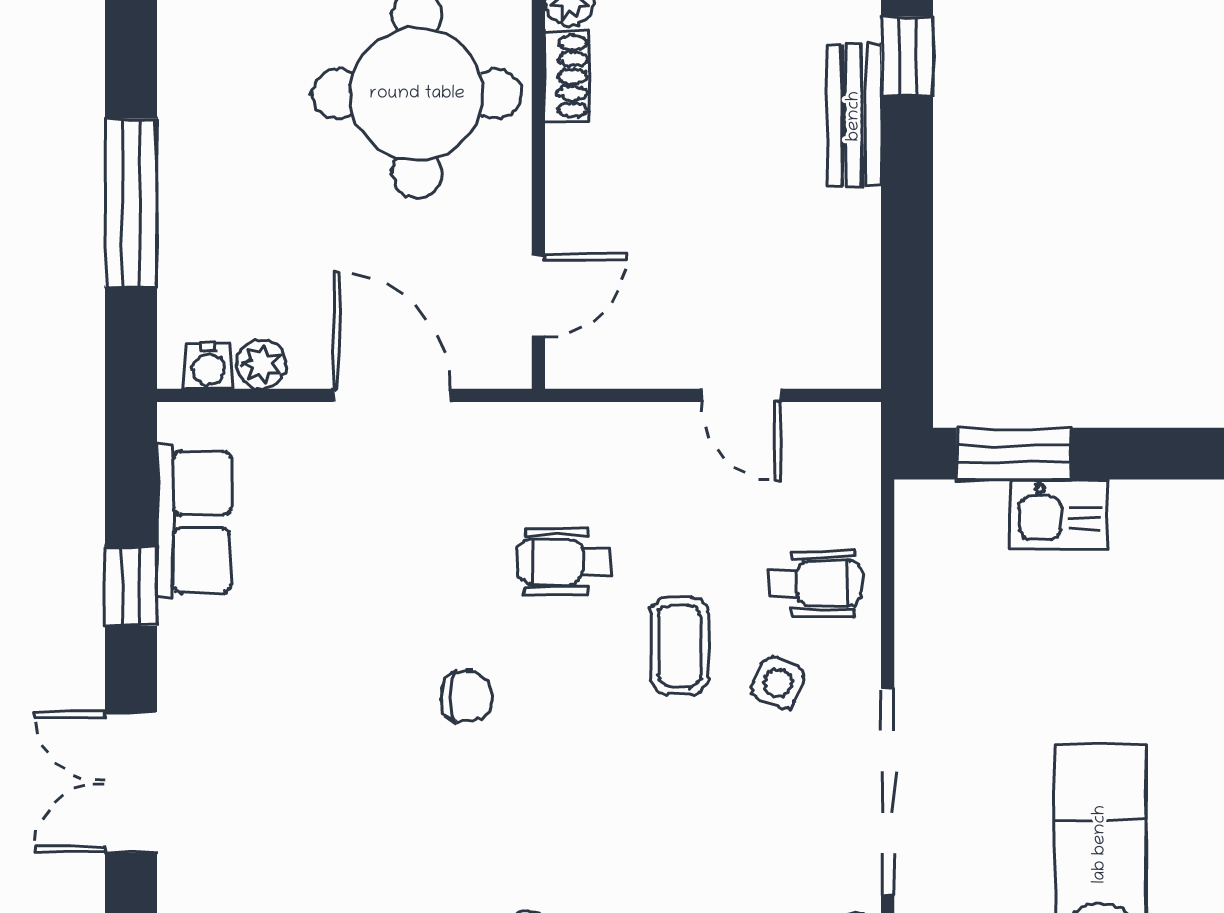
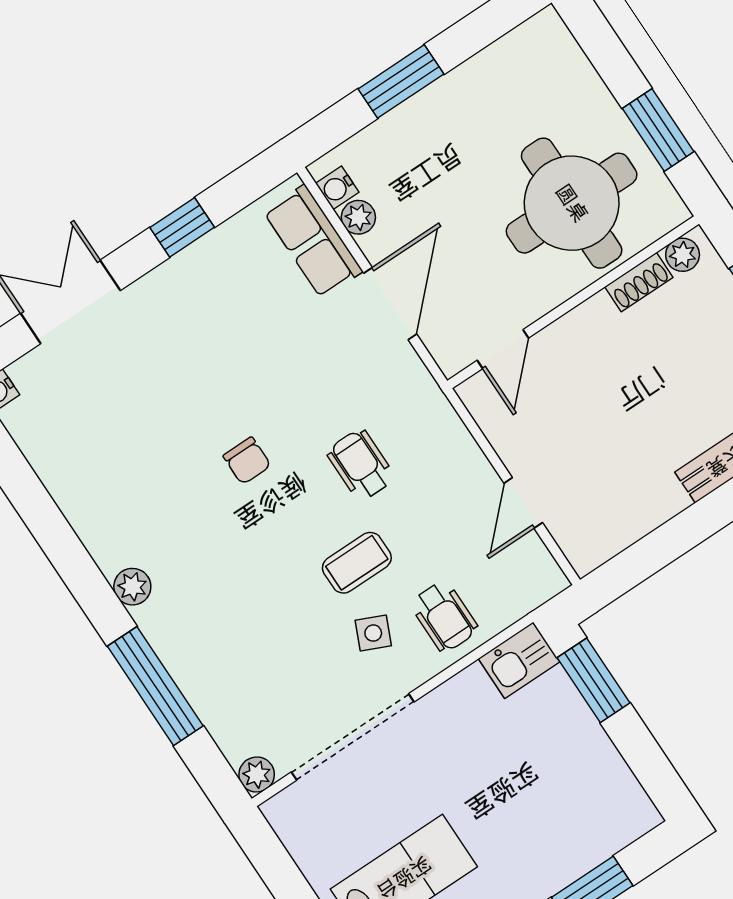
window: (131, 203) -> (401, 81), width x0.69
door: (538, 296) -> (503, 349), hinge flipped
kitchen sink: (1059, 515) -> (519, 660), moved, turned -90
row of seats: (194, 522) -> (313, 242), moved, turned 90

